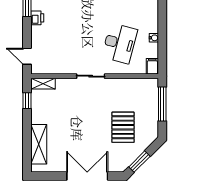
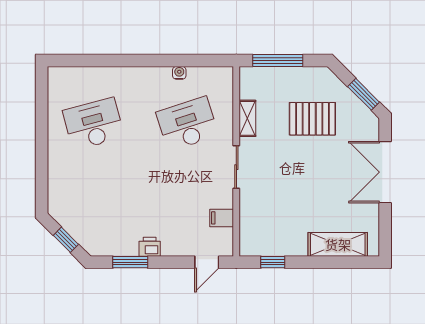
desk: (120, 43) -> (187, 124), turned -33
filing cabinet: (152, 66) -> (222, 218), moved
shelving: (43, 84) -> (247, 118), moved

